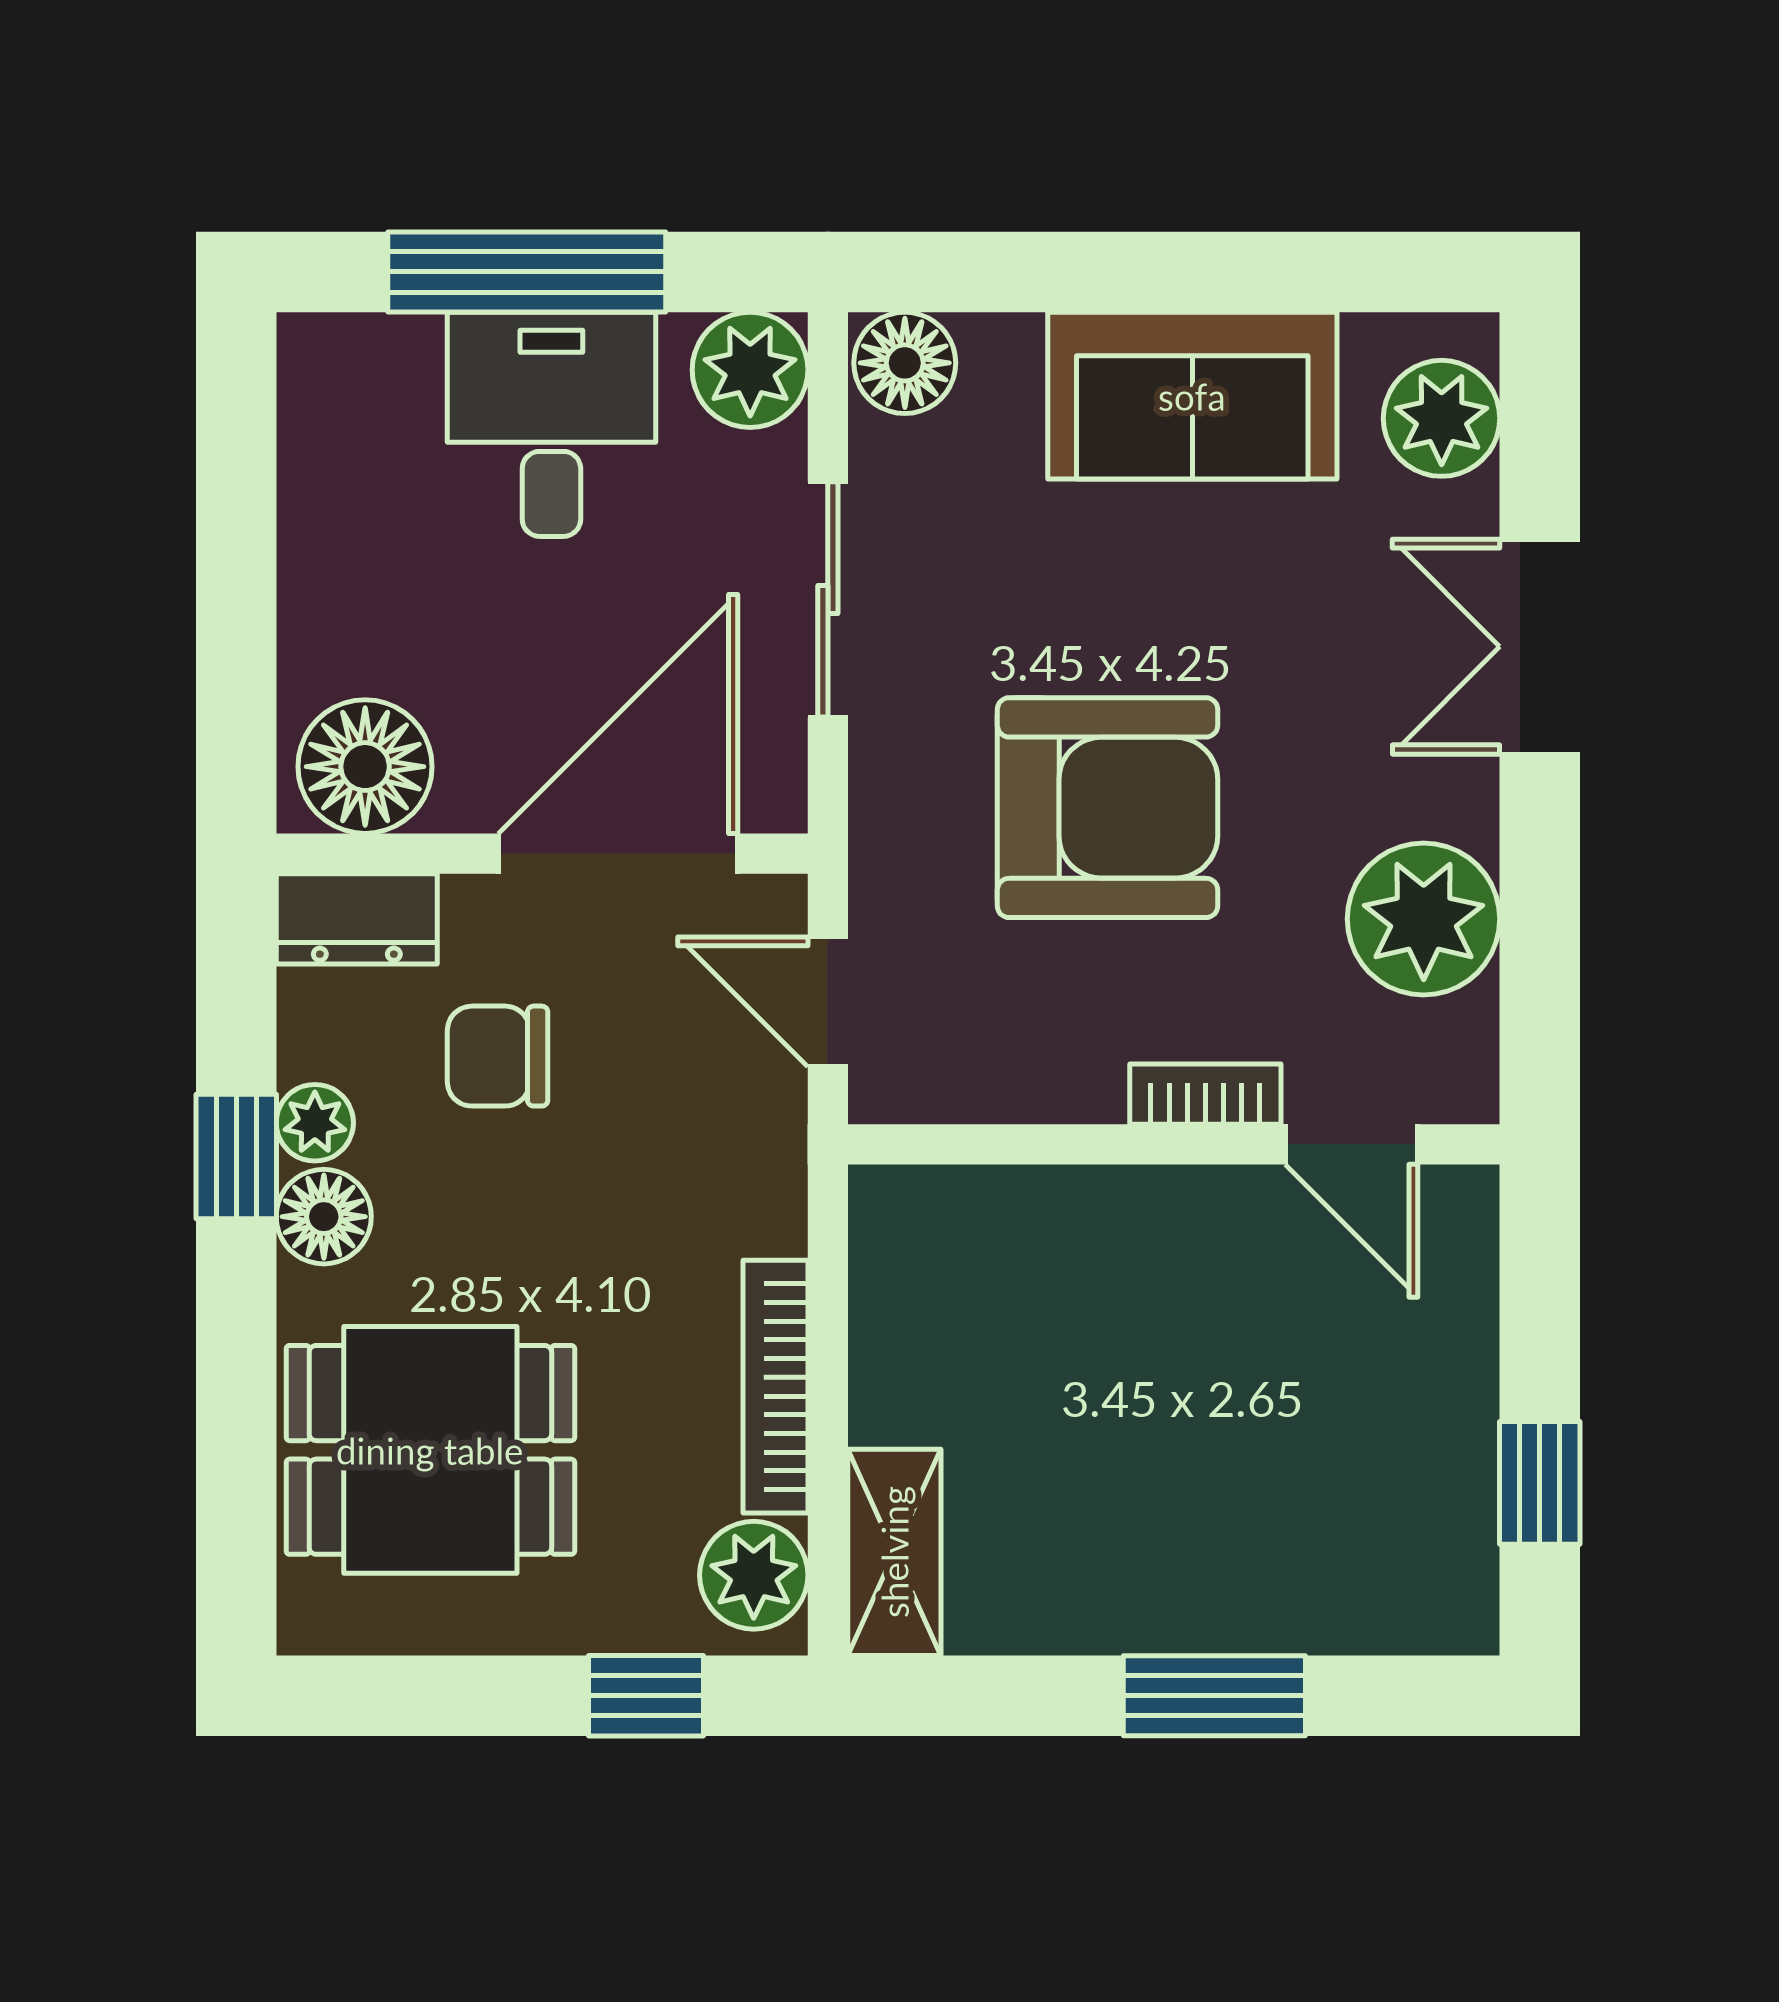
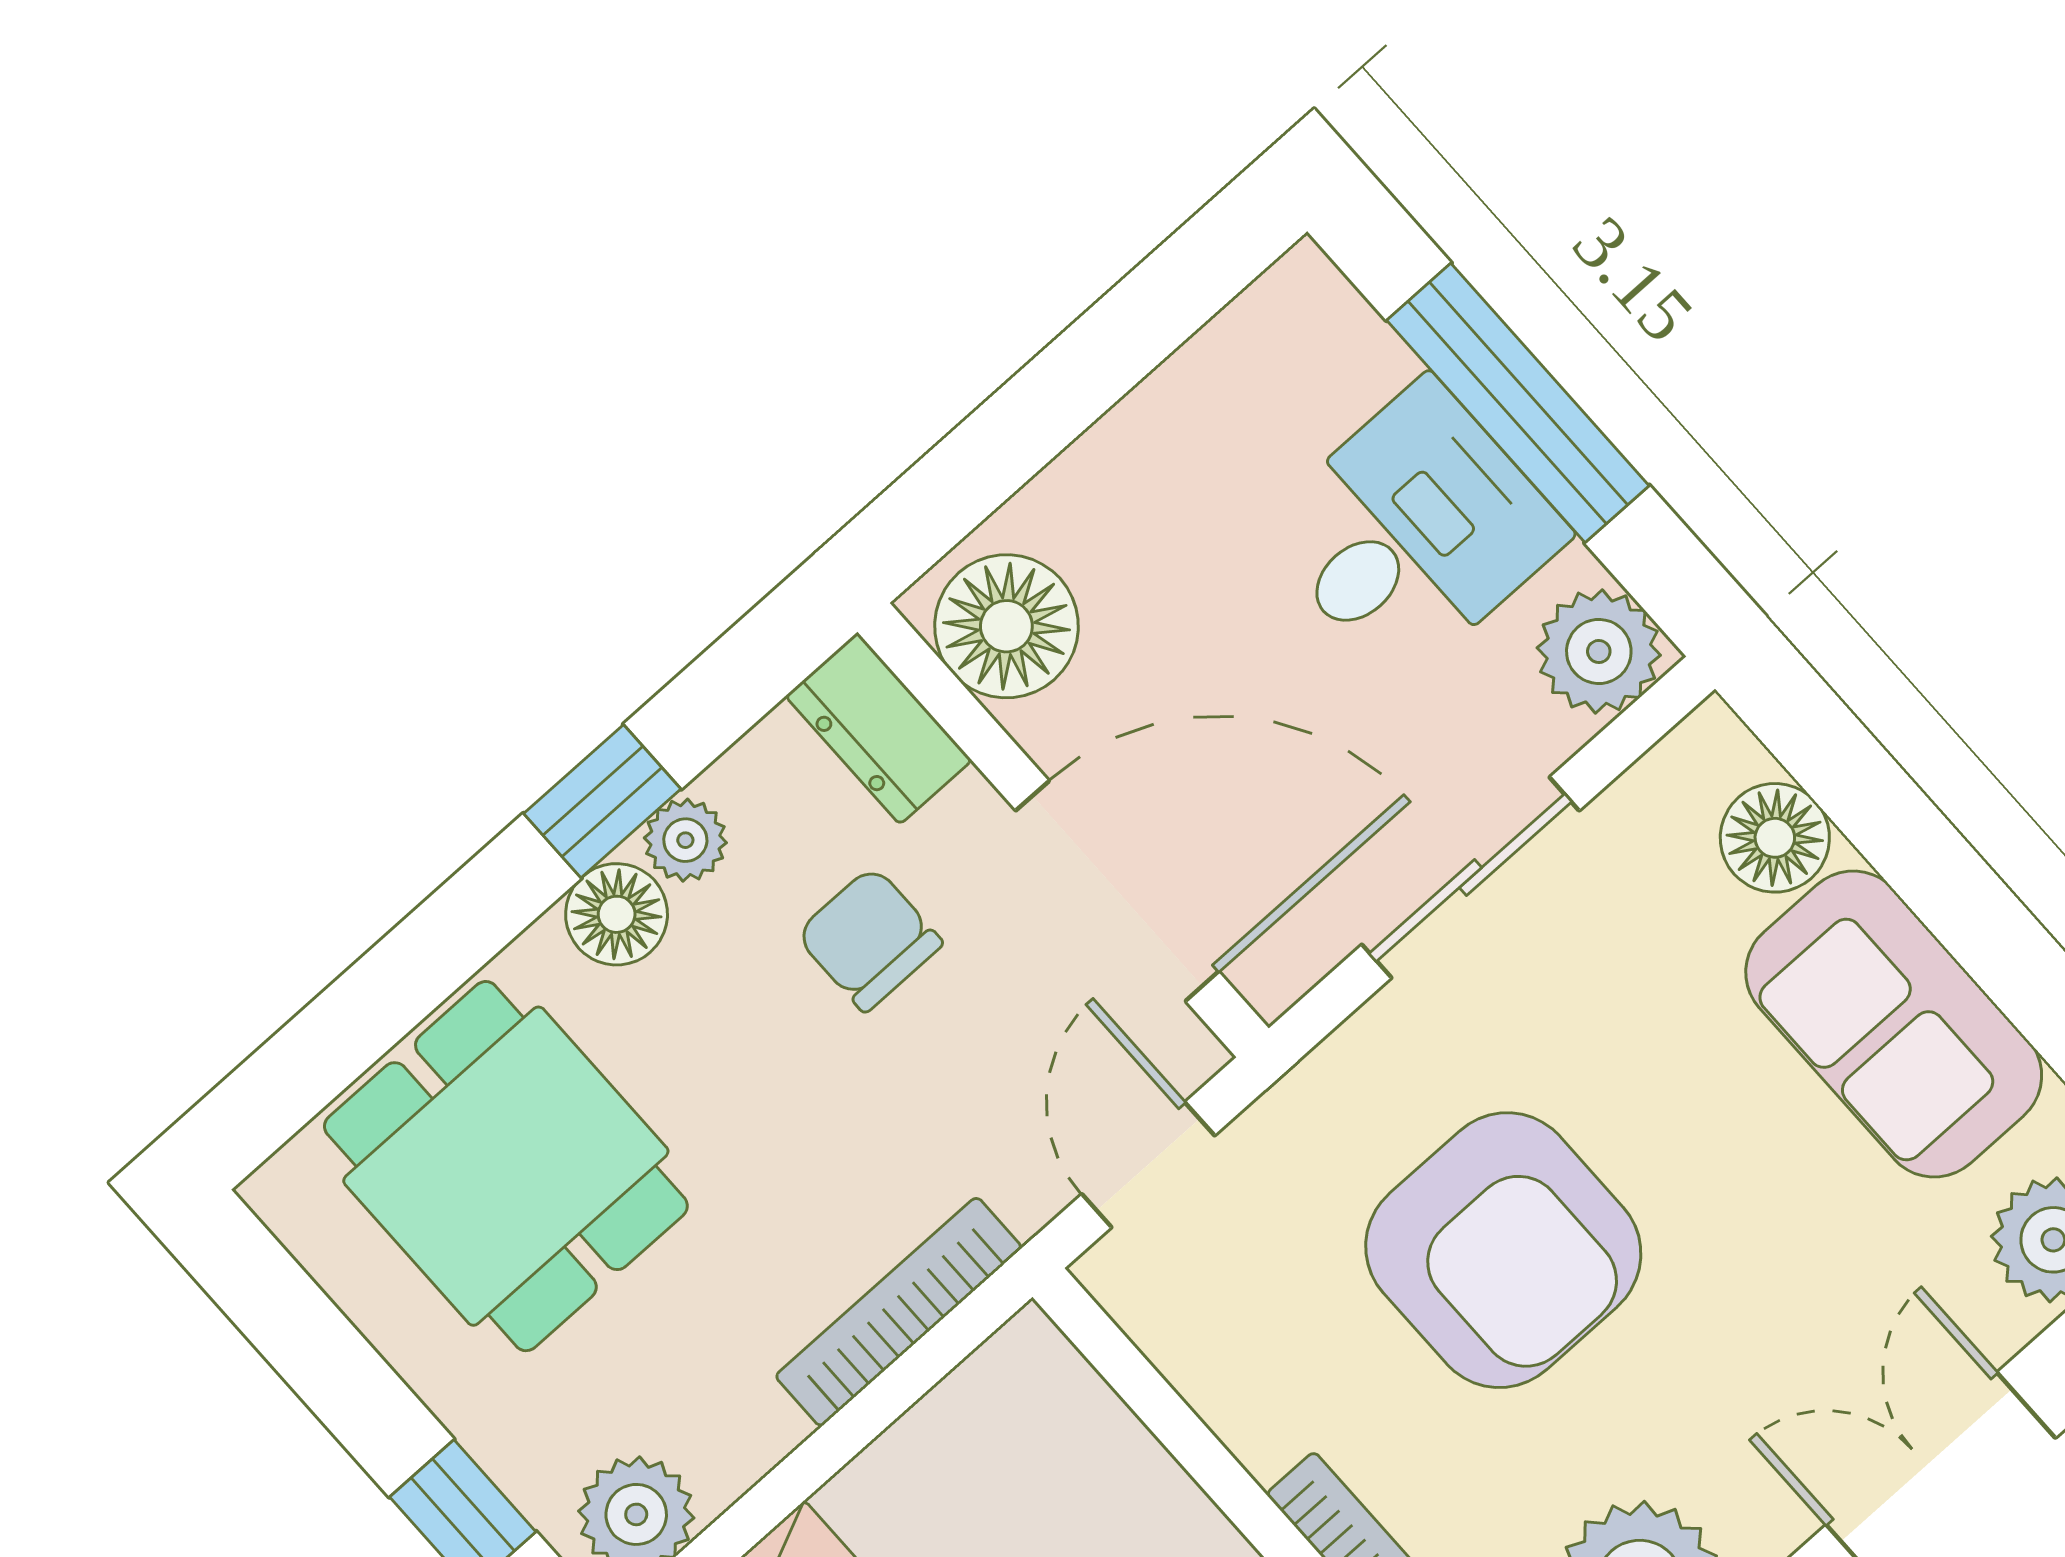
floor lamp: (905, 363) -> (1775, 838), moved
bookcase: (775, 1387) -> (899, 1312), moved

